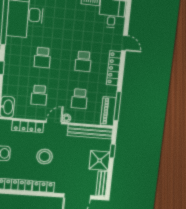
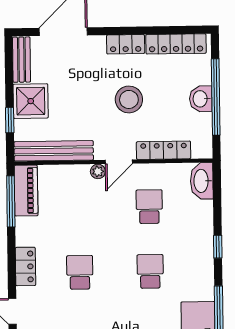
locker: (114, 68) -> (26, 266), width x0.66
school desk: (80, 99) -> (79, 208), removed

